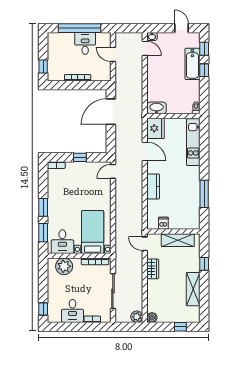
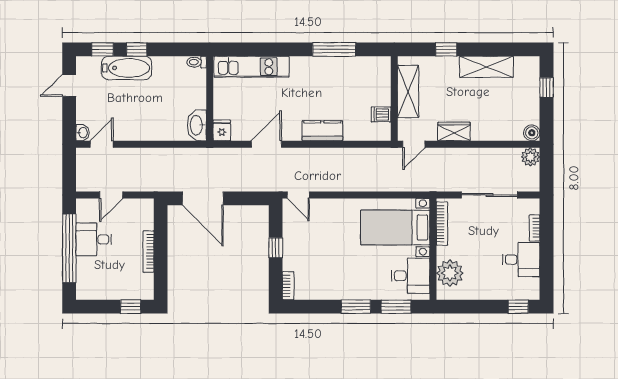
fridge: (156, 128) -> (222, 130), width x0.53, depth x0.75

